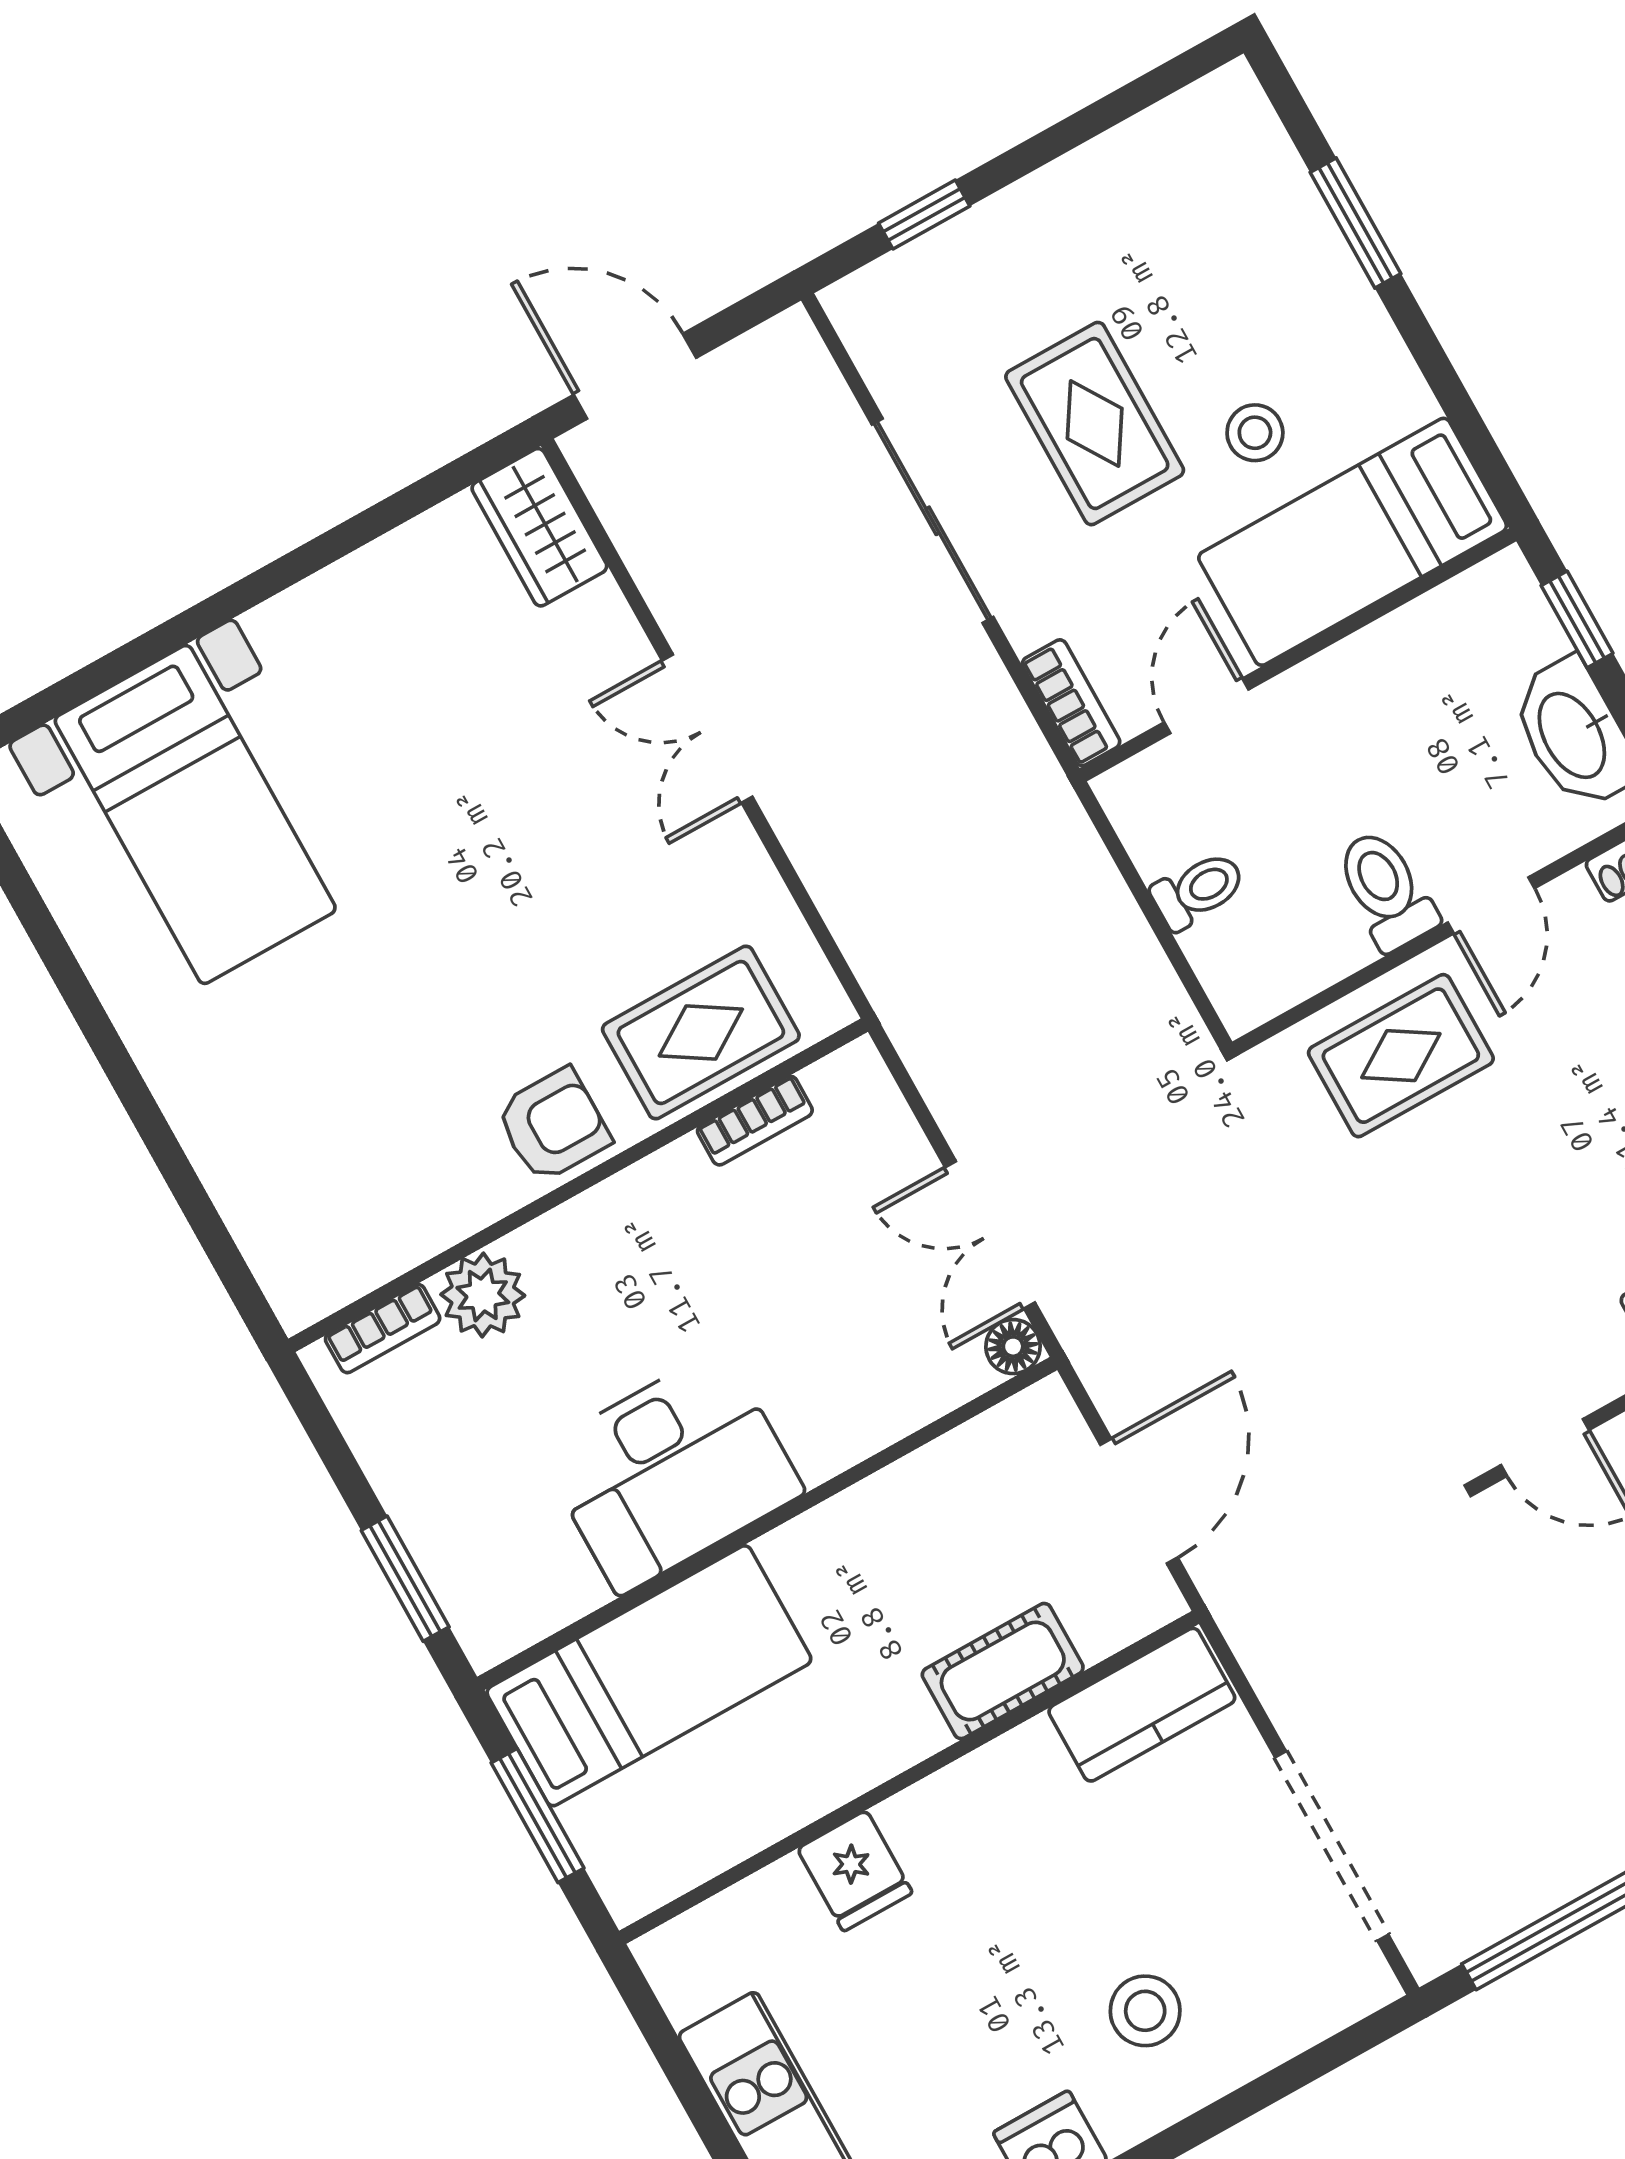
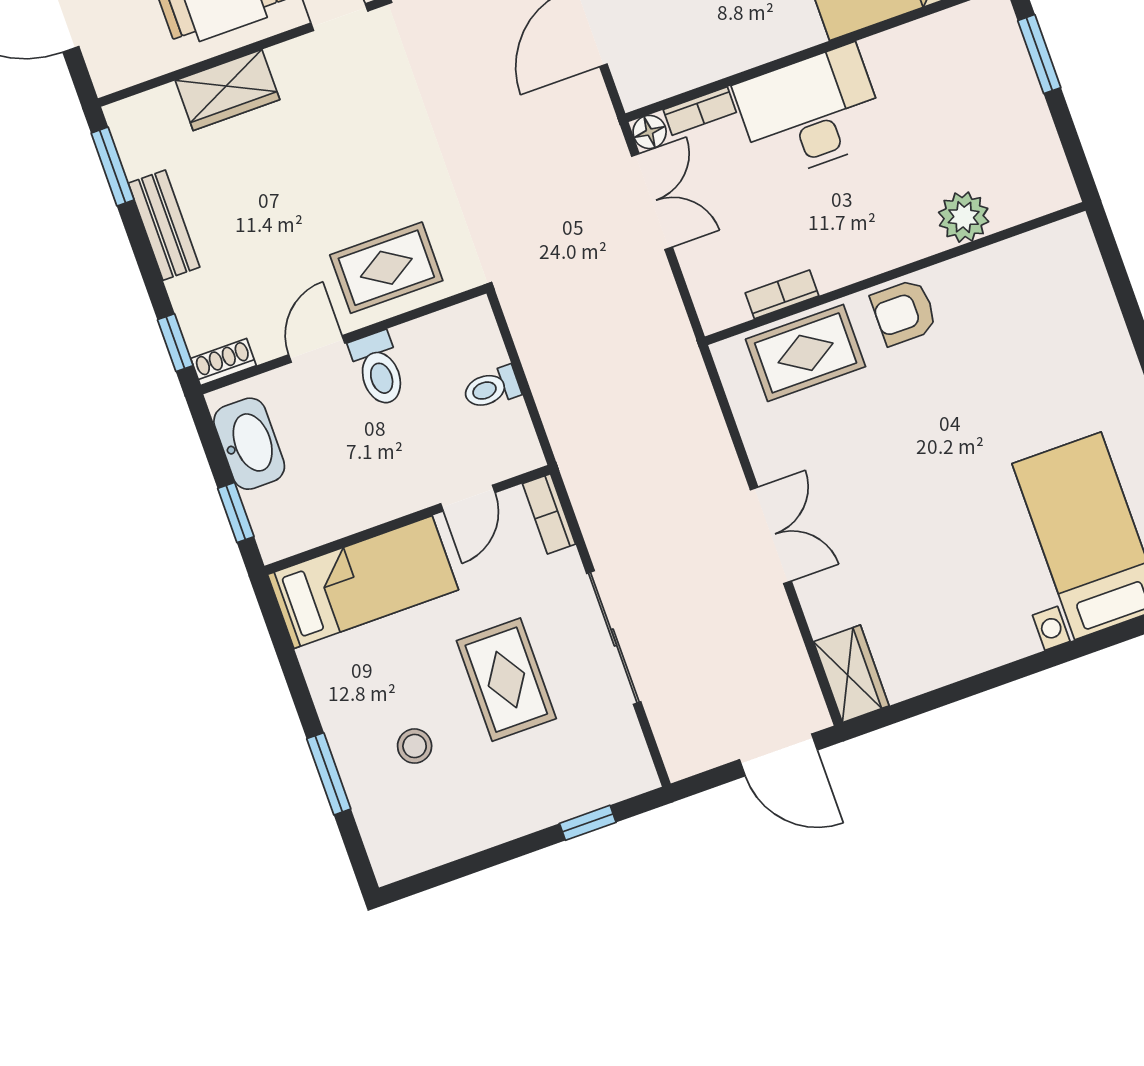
stool: (1255, 433) -> (415, 746), moved
bookcase: (383, 1329) -> (700, 111), moved, turned 180
desk: (671, 1471) -> (811, 112), moved

